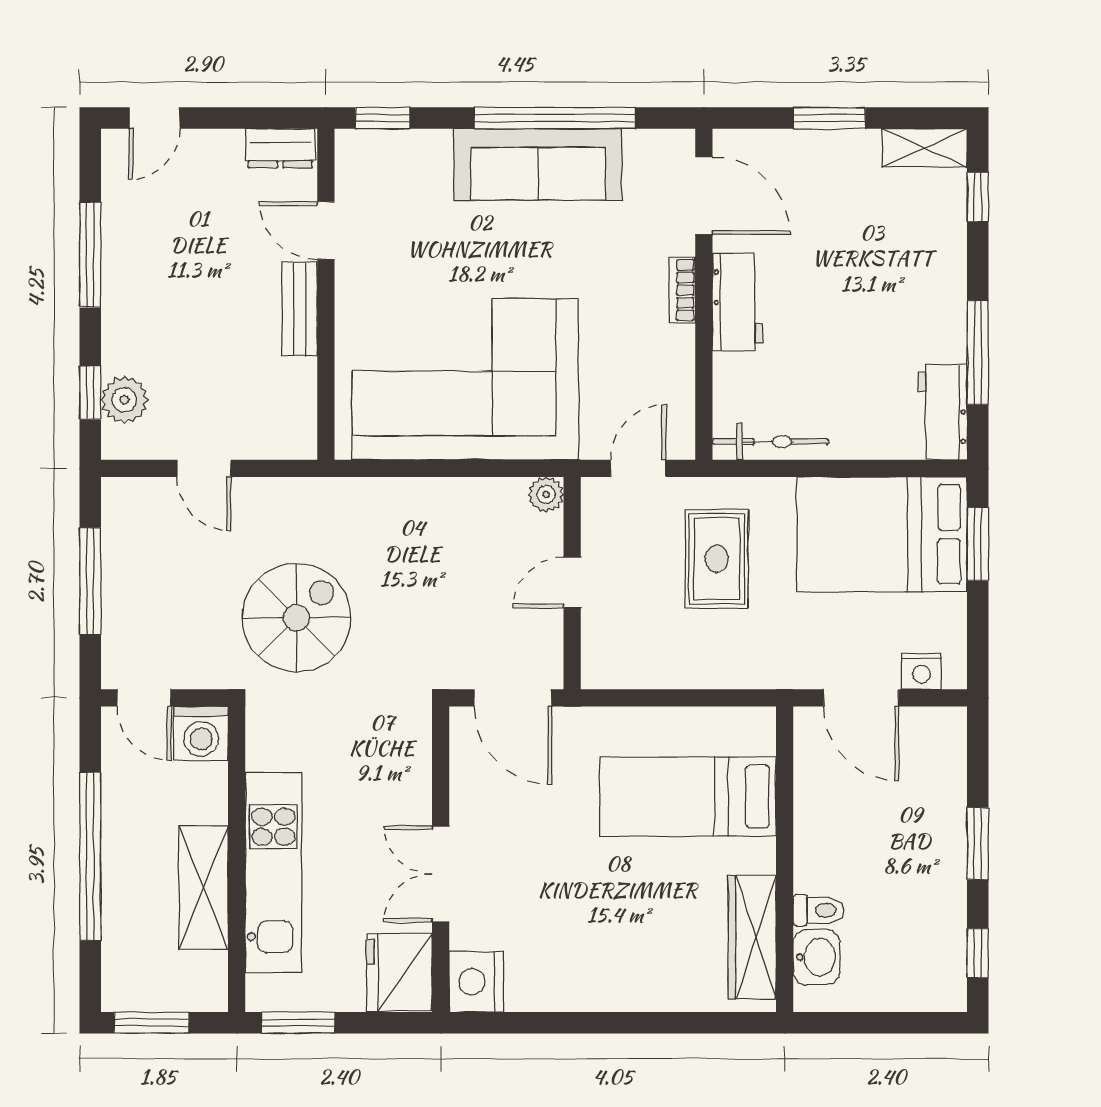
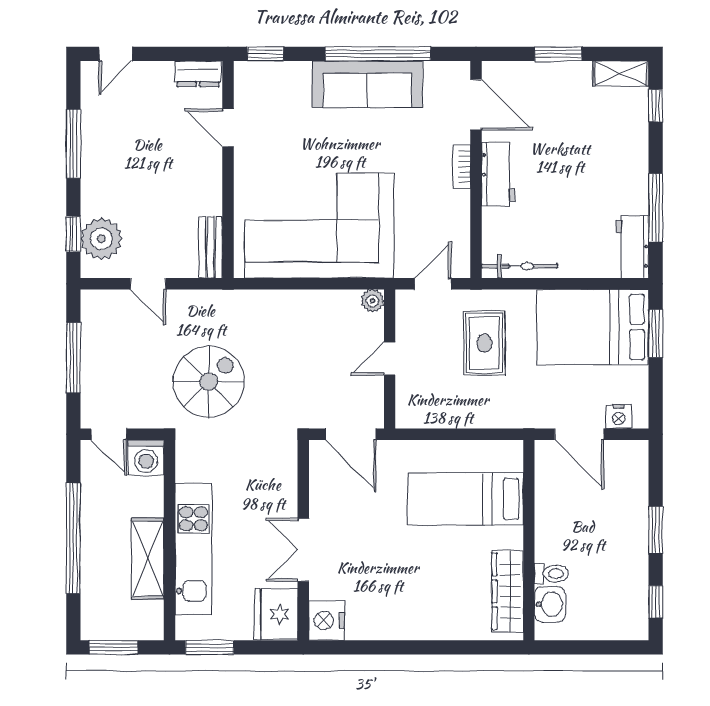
bench: (300, 309) -> (211, 248), moved
plant: (124, 400) -> (101, 239), width x1.36, depth x1.36

